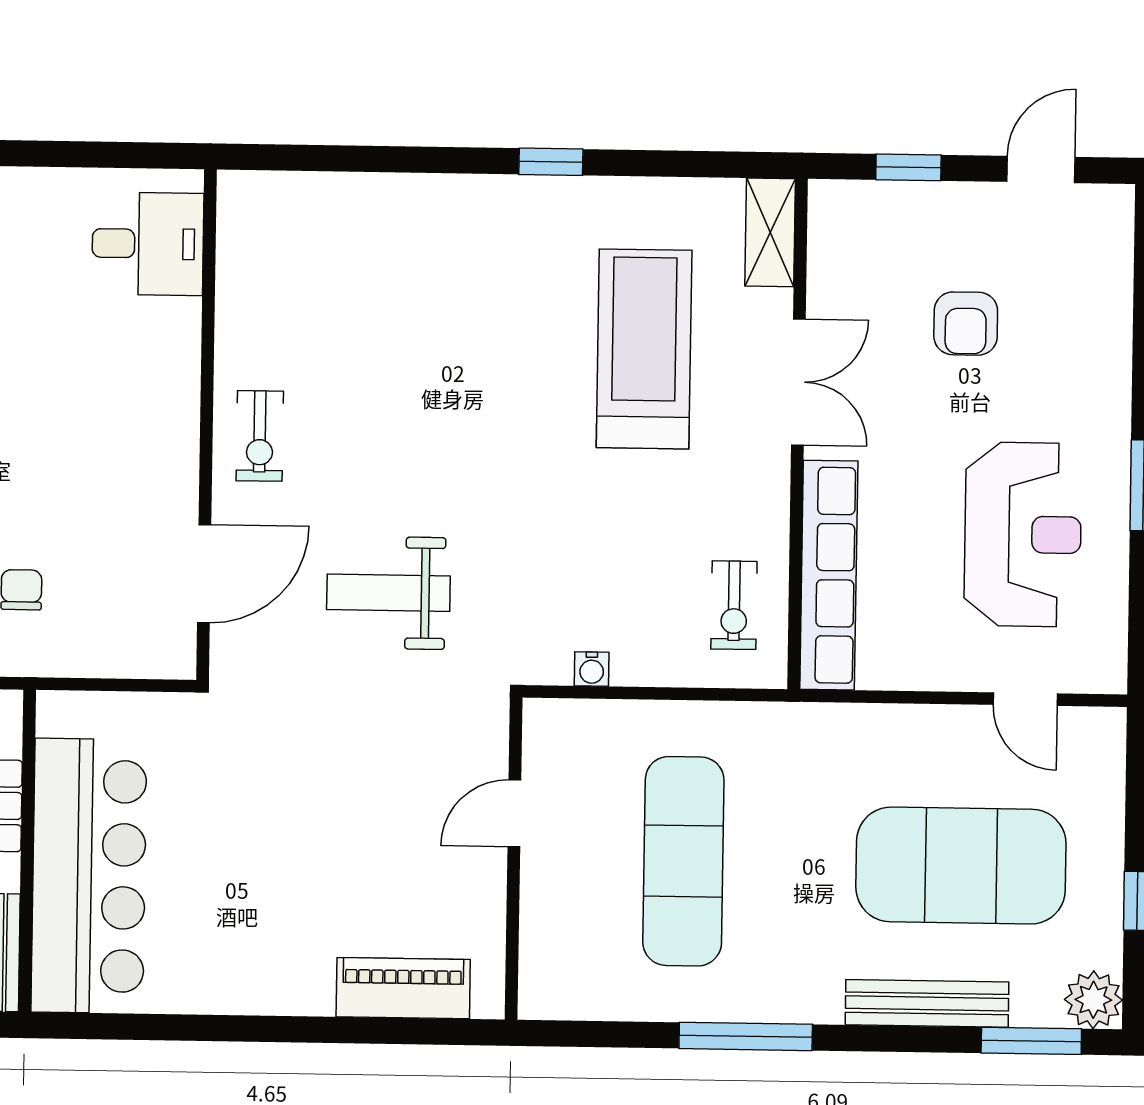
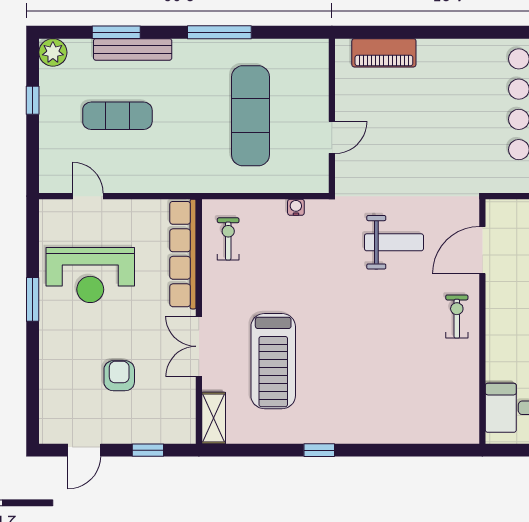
reception desk: (1023, 534) -> (90, 275), turned -90
exercise mat: (961, 866) -> (117, 116), width x0.50, depth x0.69
window: (1031, 1041) -> (116, 32), moved

